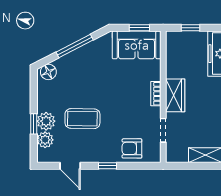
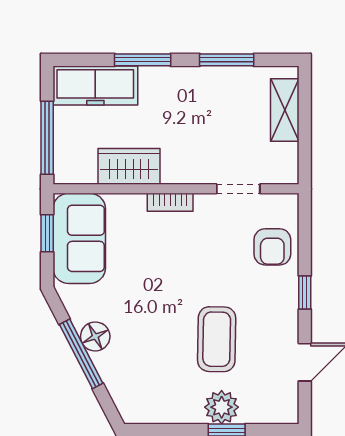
window: (190, 28) -> (47, 138), width x2.17
floor lamp: (48, 72) -> (95, 336), moved
wardrobe: (175, 95) -> (129, 166), moved
plant: (45, 140) -> (256, 409), removed

